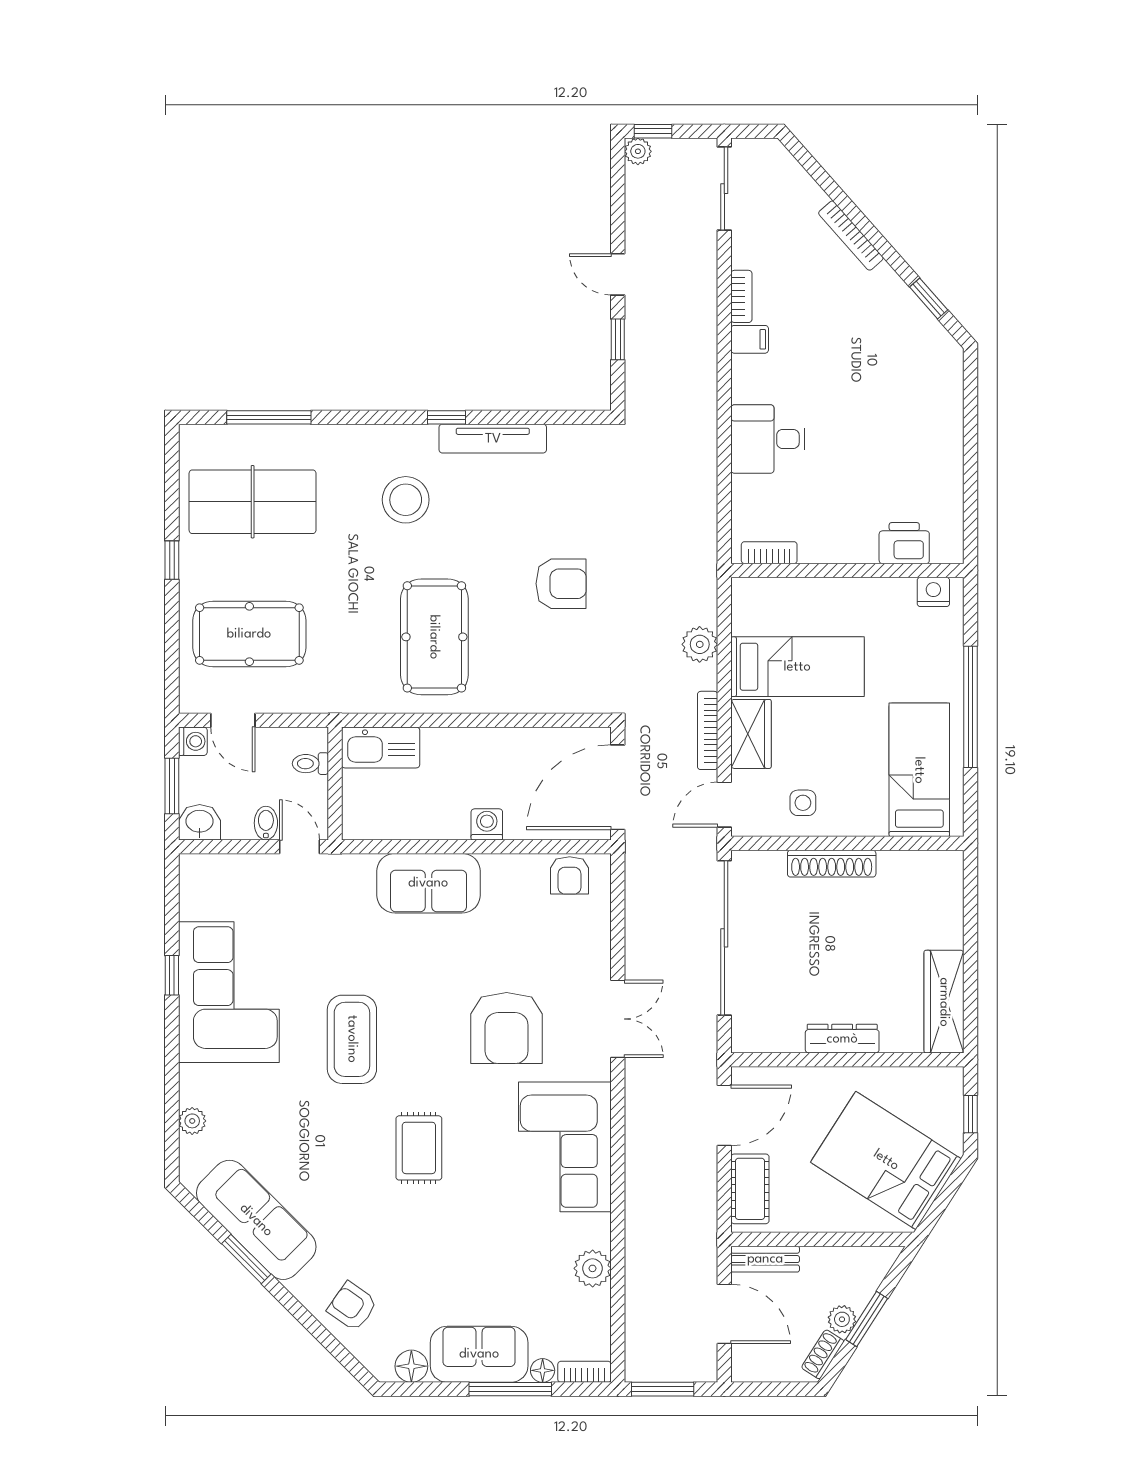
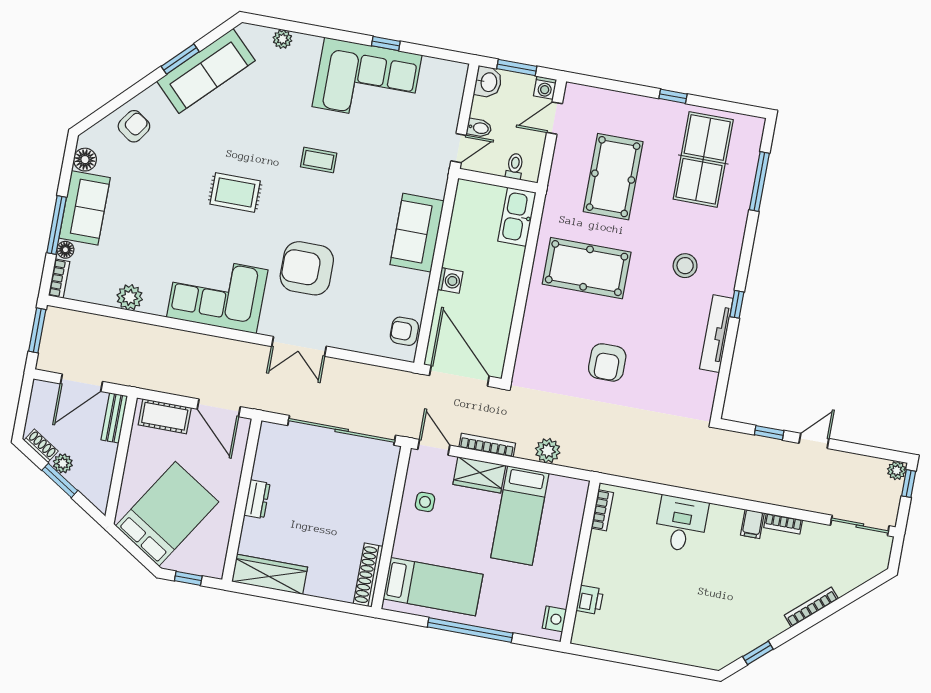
stool: (406, 500) -> (685, 266), width x0.73, depth x0.73
printer: (904, 543) -> (590, 600), width x0.73, depth x0.81
pool table: (249, 634) -> (613, 177), moved
shoe rack: (832, 864) -> (368, 575), moved
coffee table: (352, 1039) -> (319, 160), width x0.54, depth x0.58
dresser: (842, 1039) -> (257, 499), width x0.70

